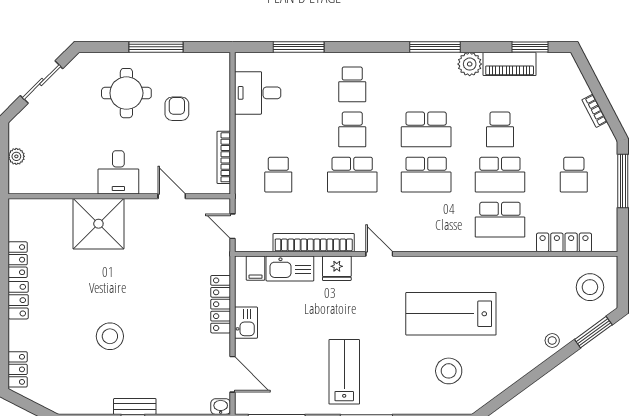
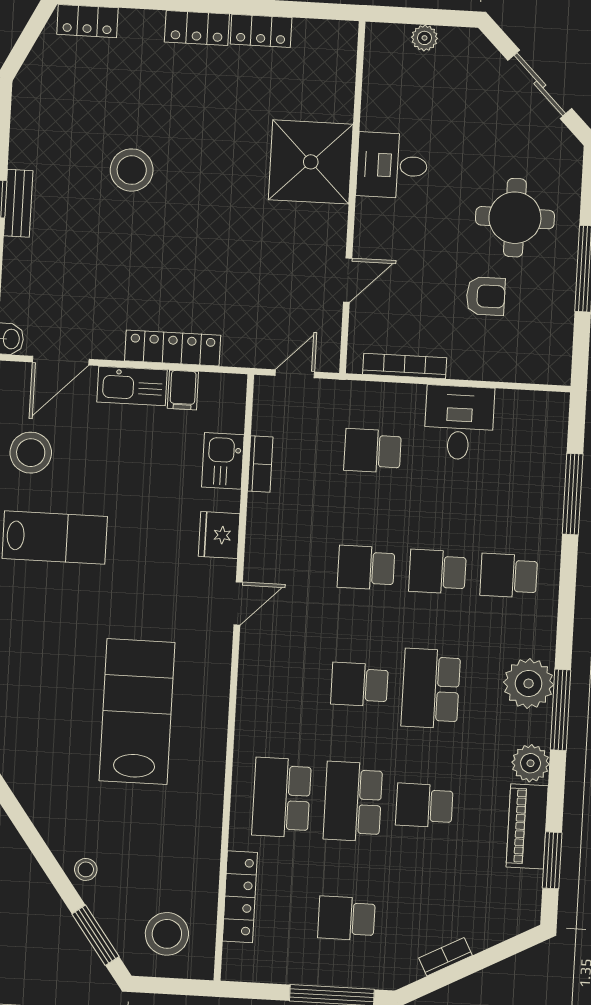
plant: (419, 68) -> (529, 684), added
desk: (258, 93) -> (459, 423), moved
desk: (118, 172) -> (392, 165), moved
school desk: (352, 175) -> (366, 568), width x0.54
school desk: (426, 175) -> (359, 685), width x0.54
bookcase: (314, 243) -> (260, 464), width x0.43, depth x0.76
filing cabinet: (255, 268) -> (183, 390), moved, turned -90
kitchen sink: (290, 269) -> (223, 461), width x0.73
kitchen sink: (246, 323) -> (132, 386), width x1.38
stool: (449, 371) -> (31, 453), moved

